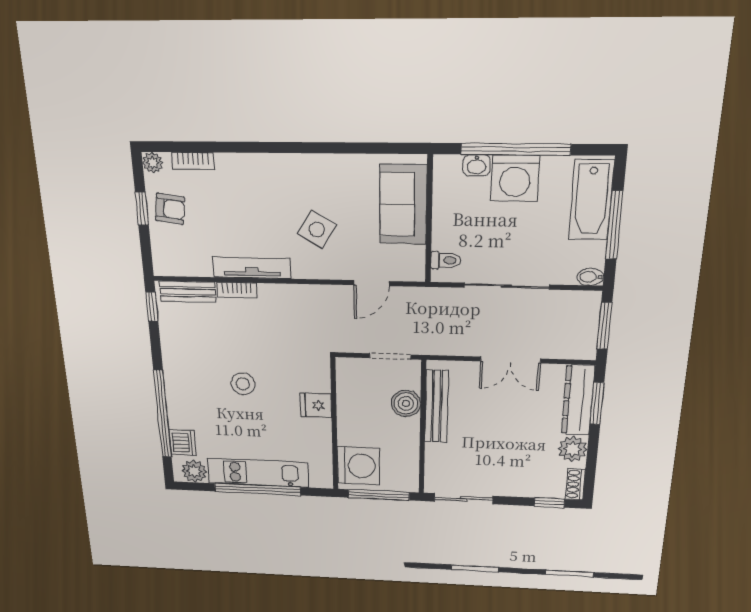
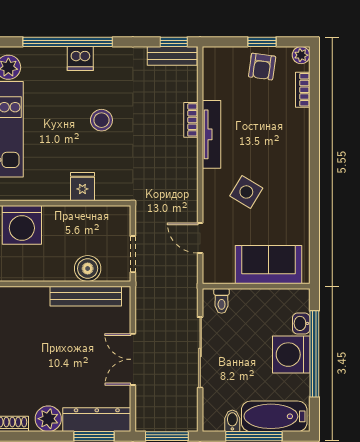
bidet: (590, 277) -> (232, 421), moved
bench: (188, 292) -> (172, 56), moved, turned 90
dishwasher: (183, 442) -> (80, 58), moved

